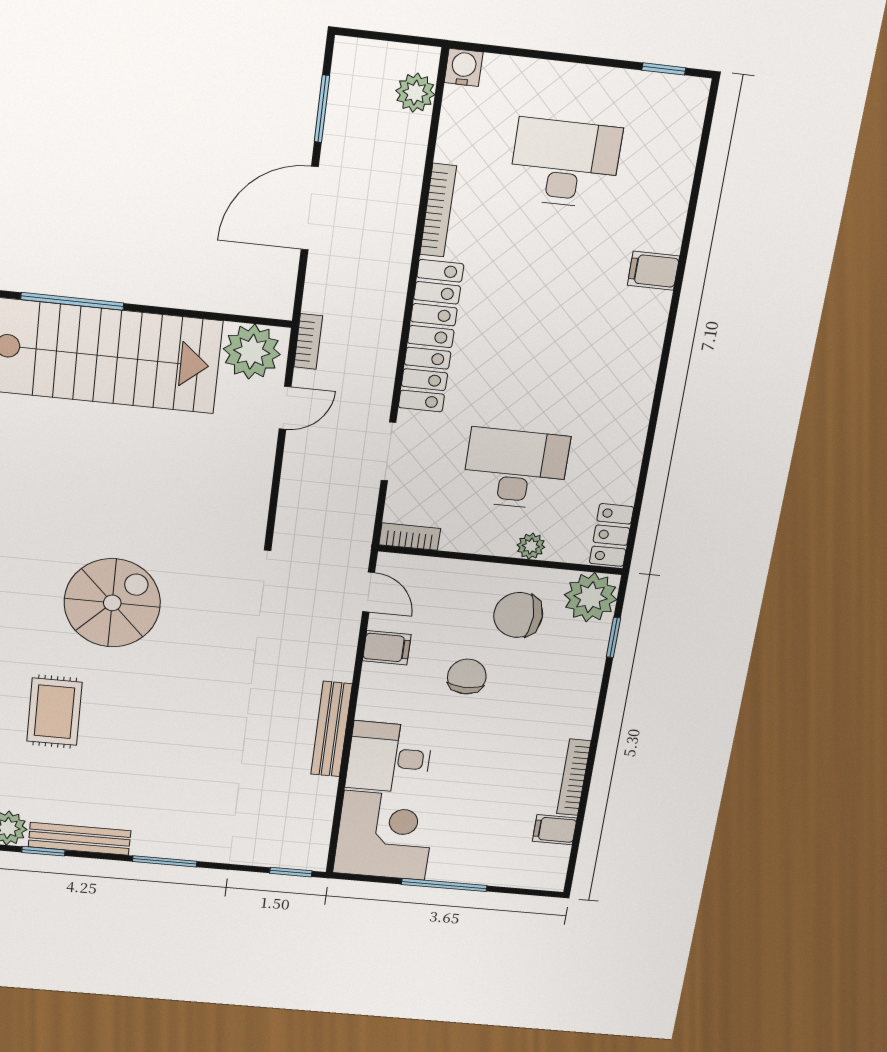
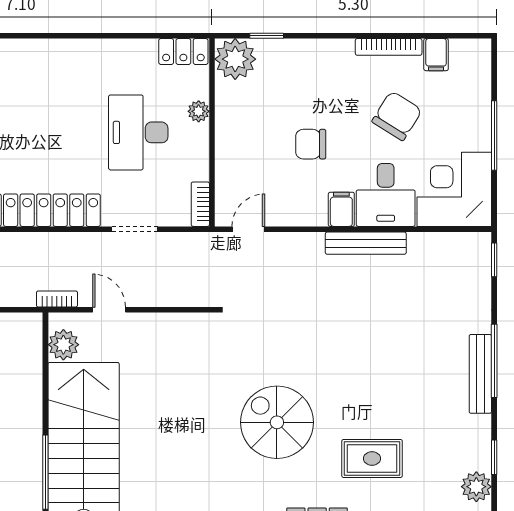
plant: (252, 352) -> (63, 345), width x0.73, depth x0.73
chair: (518, 615) -> (397, 116), moved, turned -148
filing cabinet: (387, 648) -> (341, 209), moved
bench: (80, 839) -> (480, 374), moved
window: (165, 861) -> (494, 361), width x1.44

